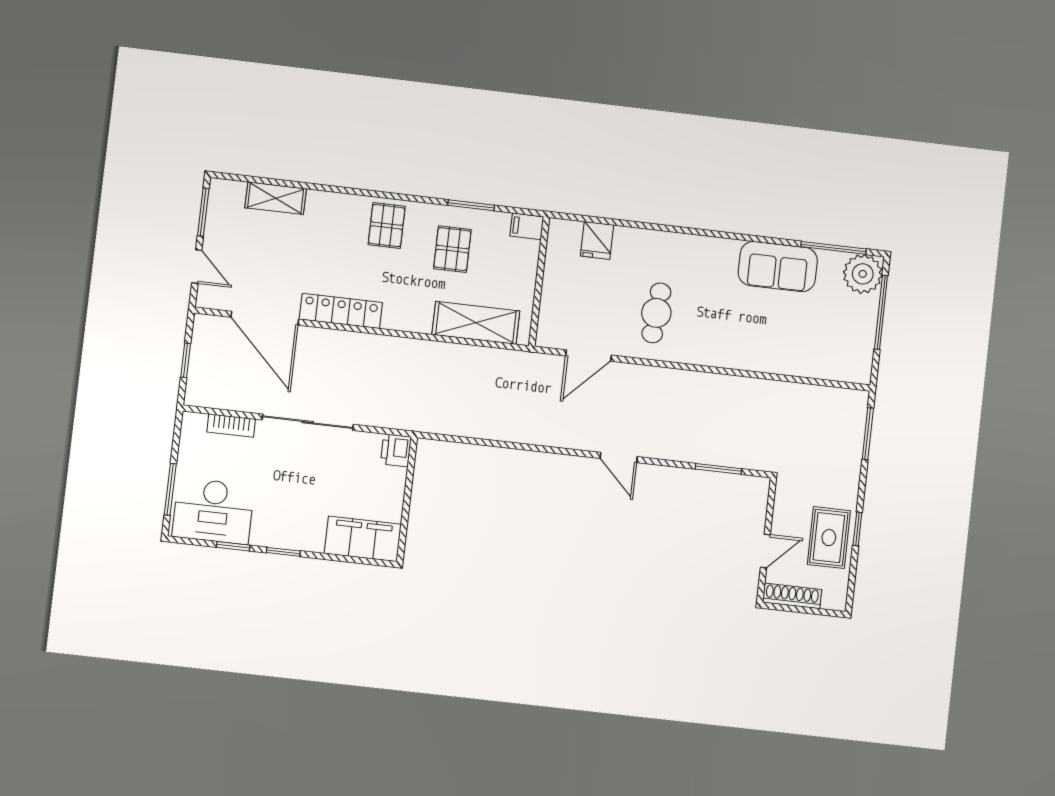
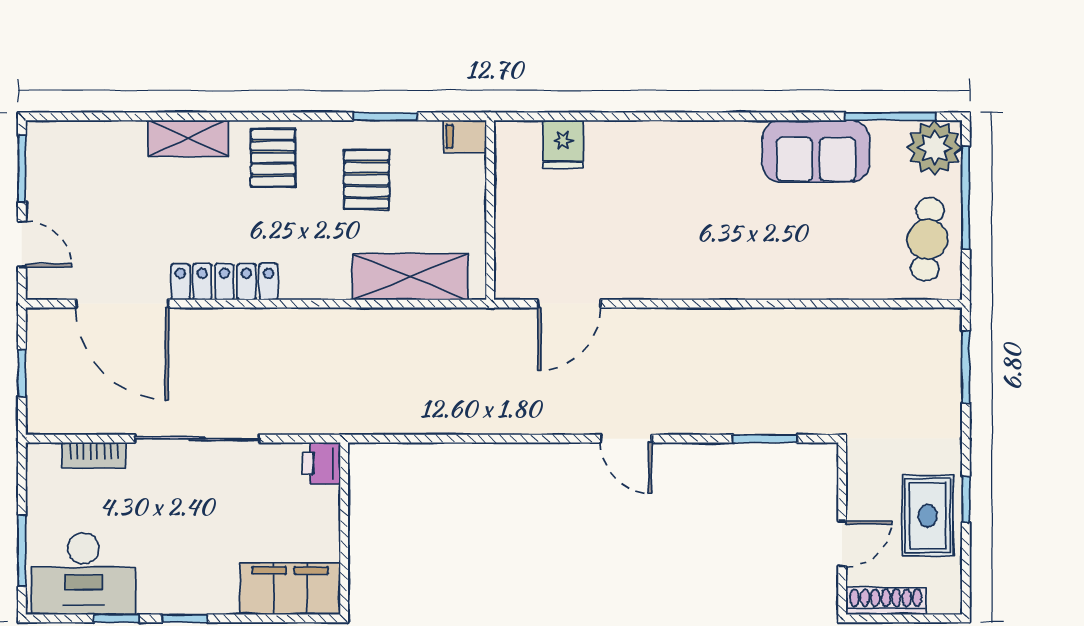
shelving: (276, 198) -> (188, 138), moved
cafe table: (656, 313) -> (927, 239), moved

